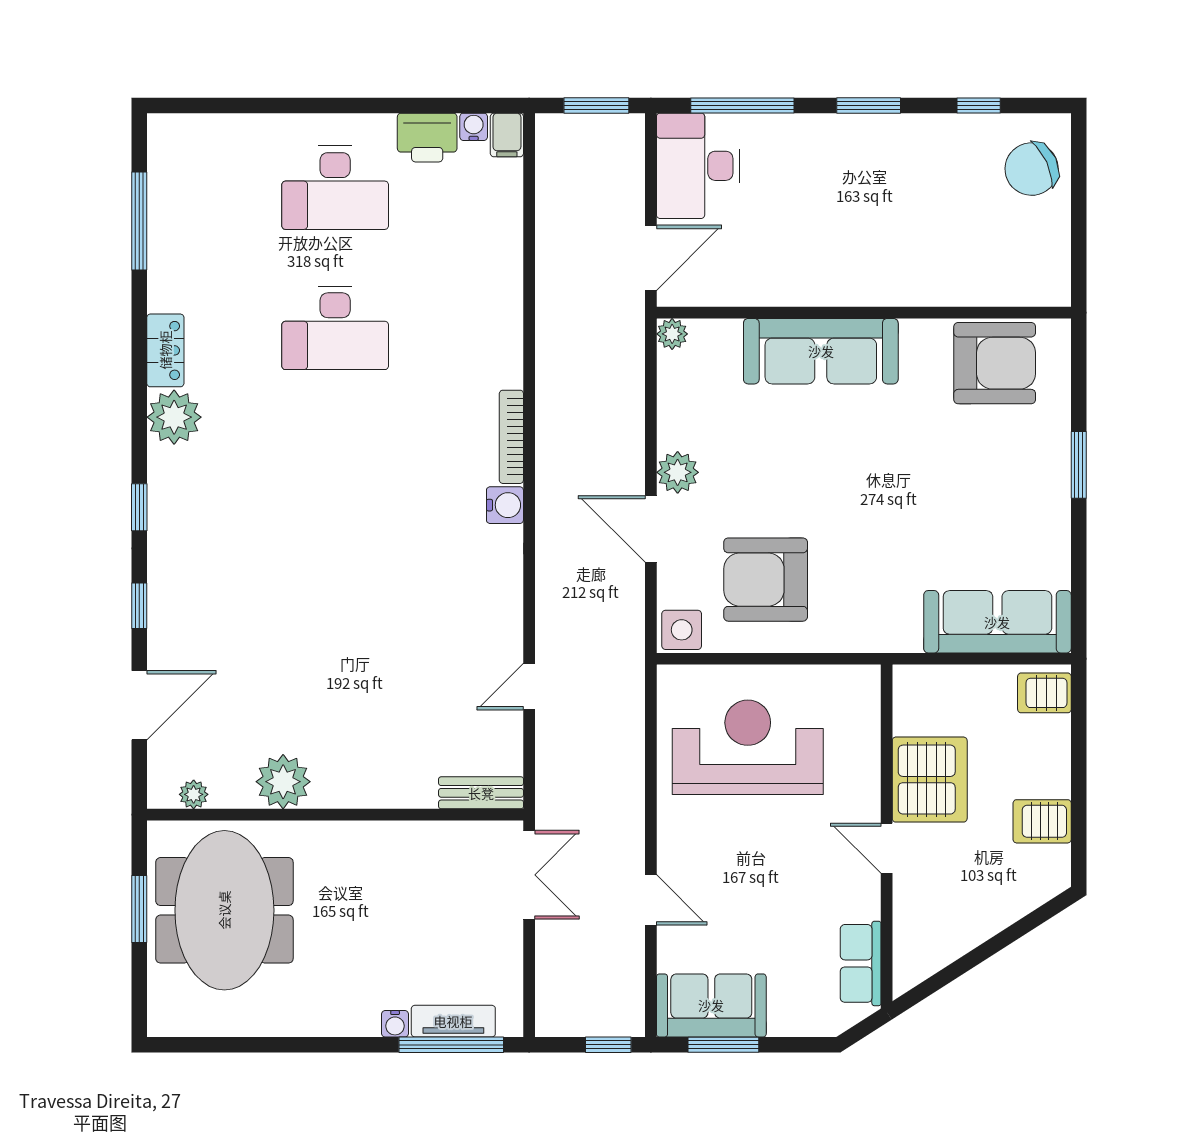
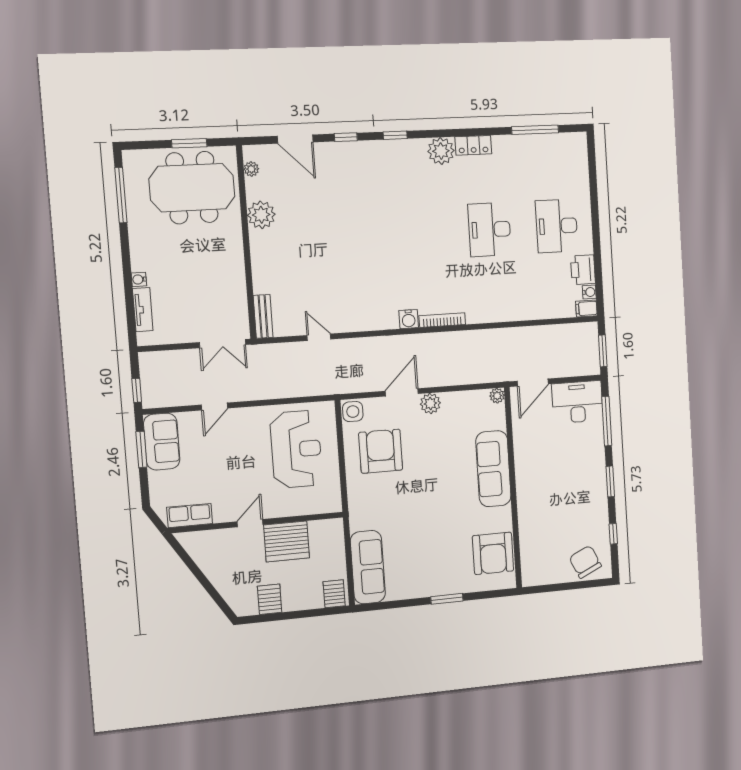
door: (651, 258) -> (533, 383), hinge flipped
window: (451, 1045) -> (121, 195), moved

